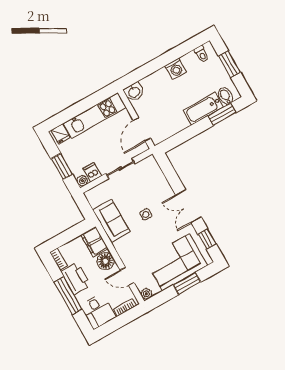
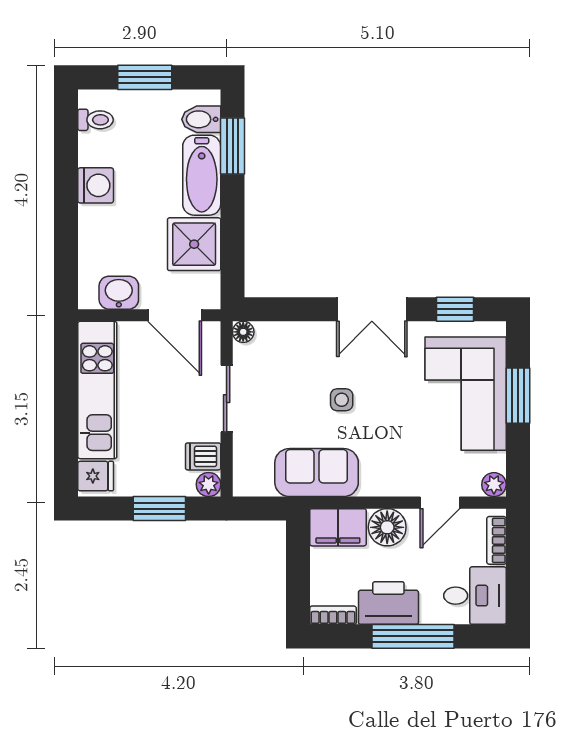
washbasin: (134, 92) -> (119, 293), moved, turned -90
shower: (174, 121) -> (194, 244), added
floor lamp: (151, 160) -> (243, 332), added

